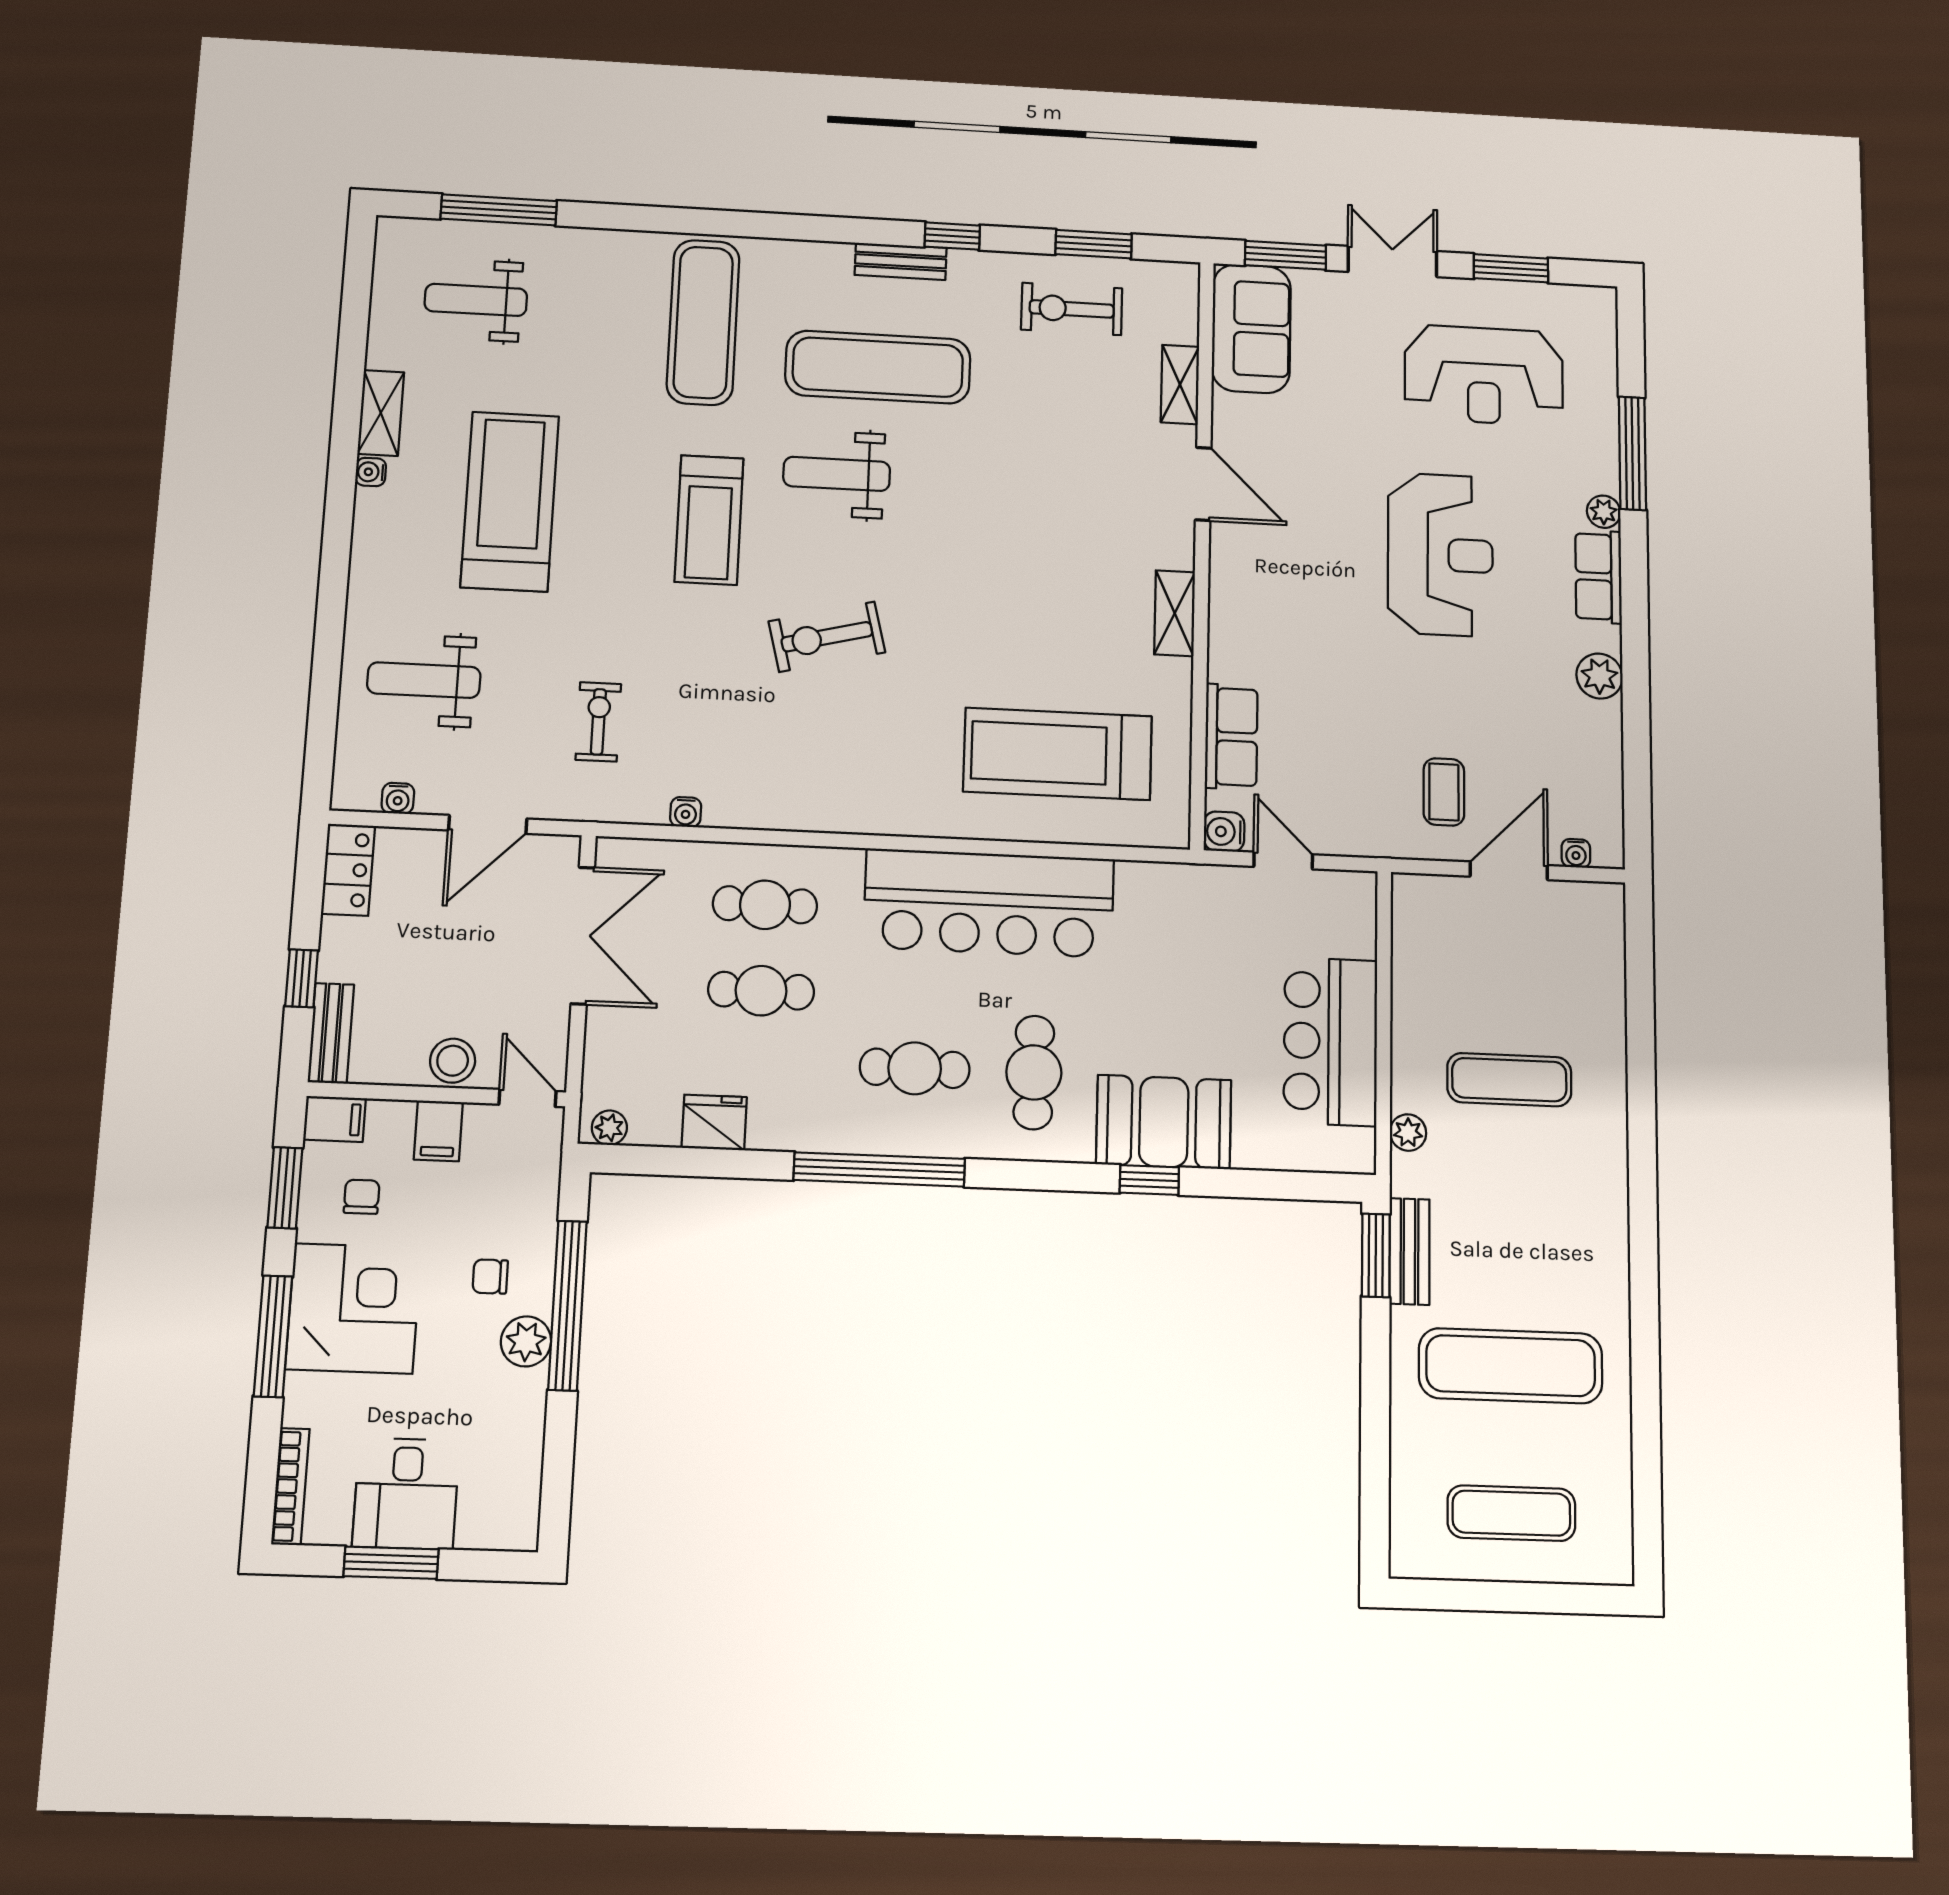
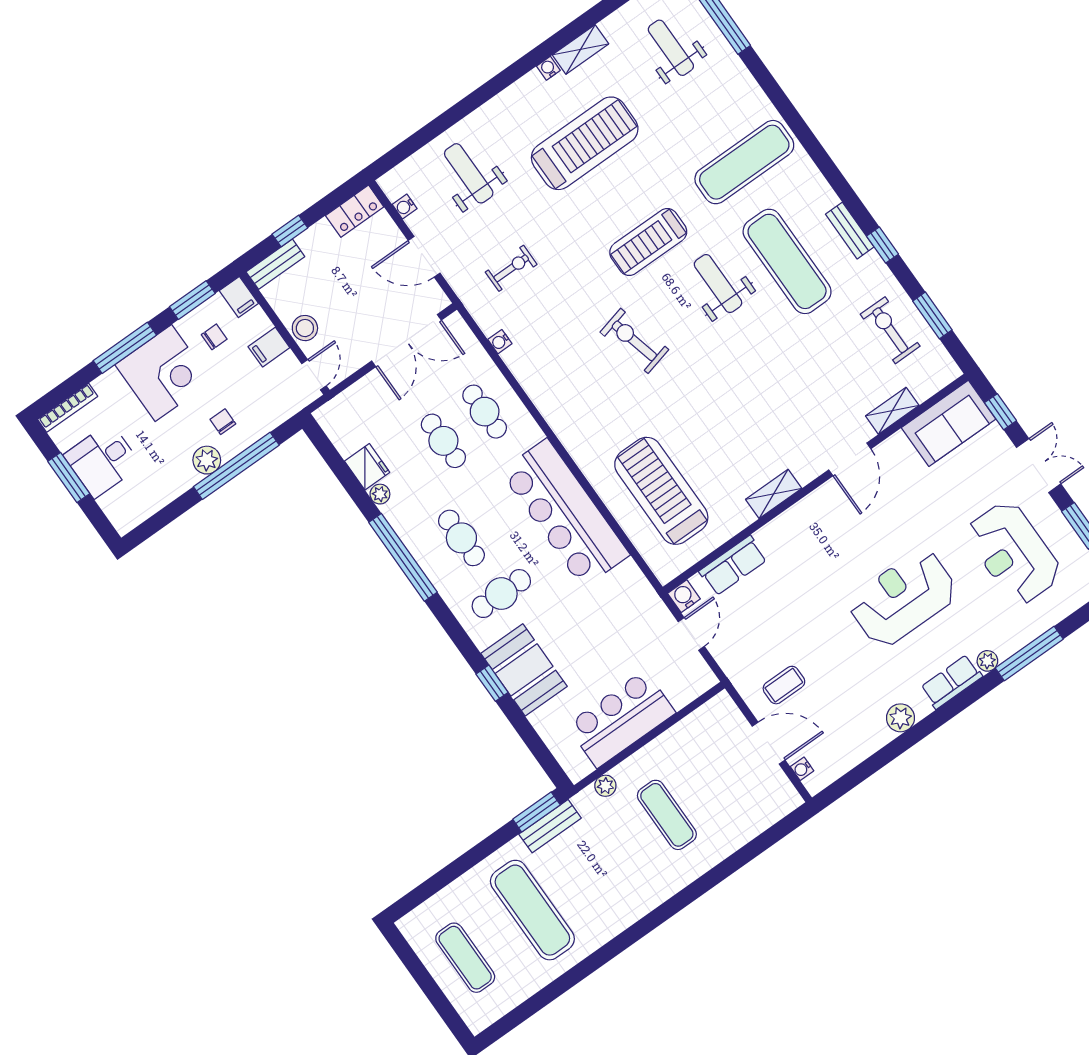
window: (1286, 255) -> (1001, 412), width x0.67
reception desk: (1440, 554) -> (903, 598), turned 180
plant: (609, 1128) -> (380, 494), moved

